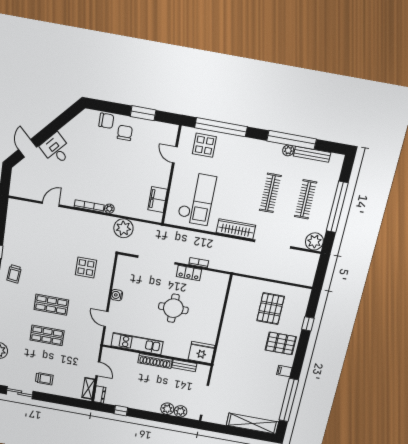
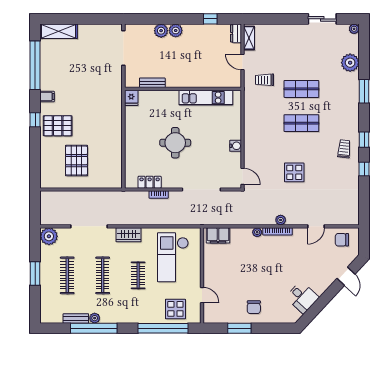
chair: (106, 121) -> (342, 240), moved
desk: (56, 149) -> (302, 297), moved
bench: (312, 154) -> (76, 318), width x0.73
clothes rail: (235, 187) -> (138, 275), added
filing cabinet: (158, 200) -> (218, 235), moved, turned 90
window: (337, 207) -> (35, 273), width x0.47
plant: (123, 228) -> (281, 220), moved, width x0.53, depth x0.53
wardrobe: (236, 229) -> (129, 235), width x0.67
display table: (86, 268) -> (294, 172), moved
locker: (189, 273) -> (150, 182), moved
door: (106, 319) -> (243, 176), moved
window: (308, 324) -> (35, 120), moved
fridge: (202, 353) -> (131, 98), width x0.53, depth x0.75
shoe rack: (155, 361) -> (184, 82), removed
trolley: (44, 379) -> (264, 80), moved
plant: (180, 411) -> (176, 30), moved
shelving: (252, 424) -> (59, 31), width x0.68

